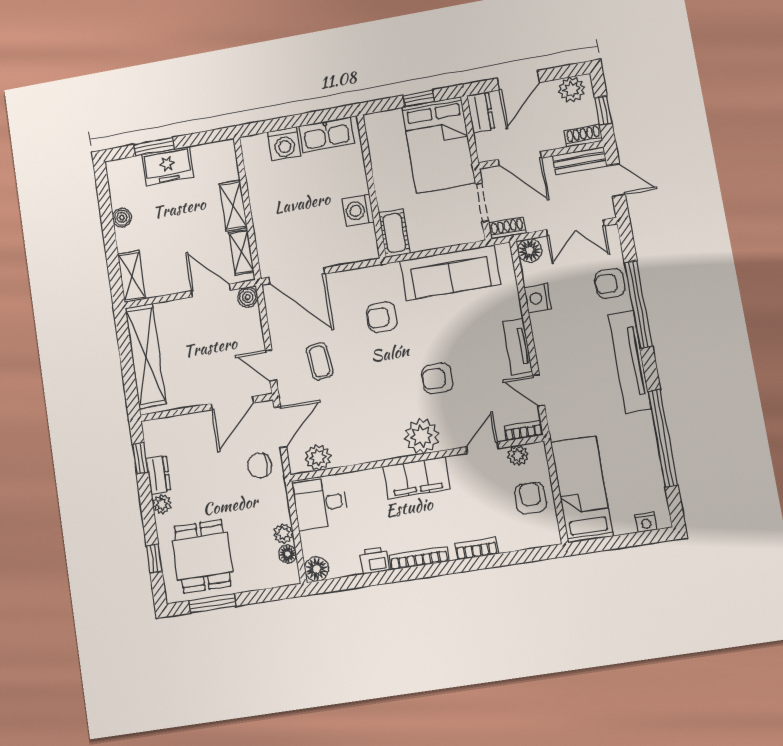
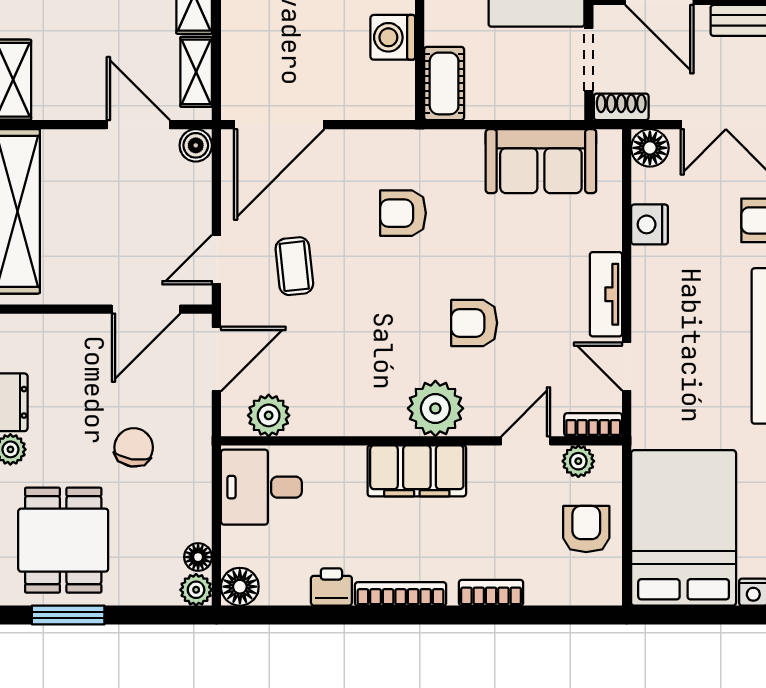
sofa: (450, 273) -> (541, 161), width x0.73
door: (297, 276) -> (279, 125), hinge flipped
door: (271, 365) -> (216, 260), hinge flipped
chair: (260, 465) -> (134, 447), moved, turned 99
bed: (582, 489) -> (684, 528), width x1.50
plant: (283, 533) -> (196, 590), moved

